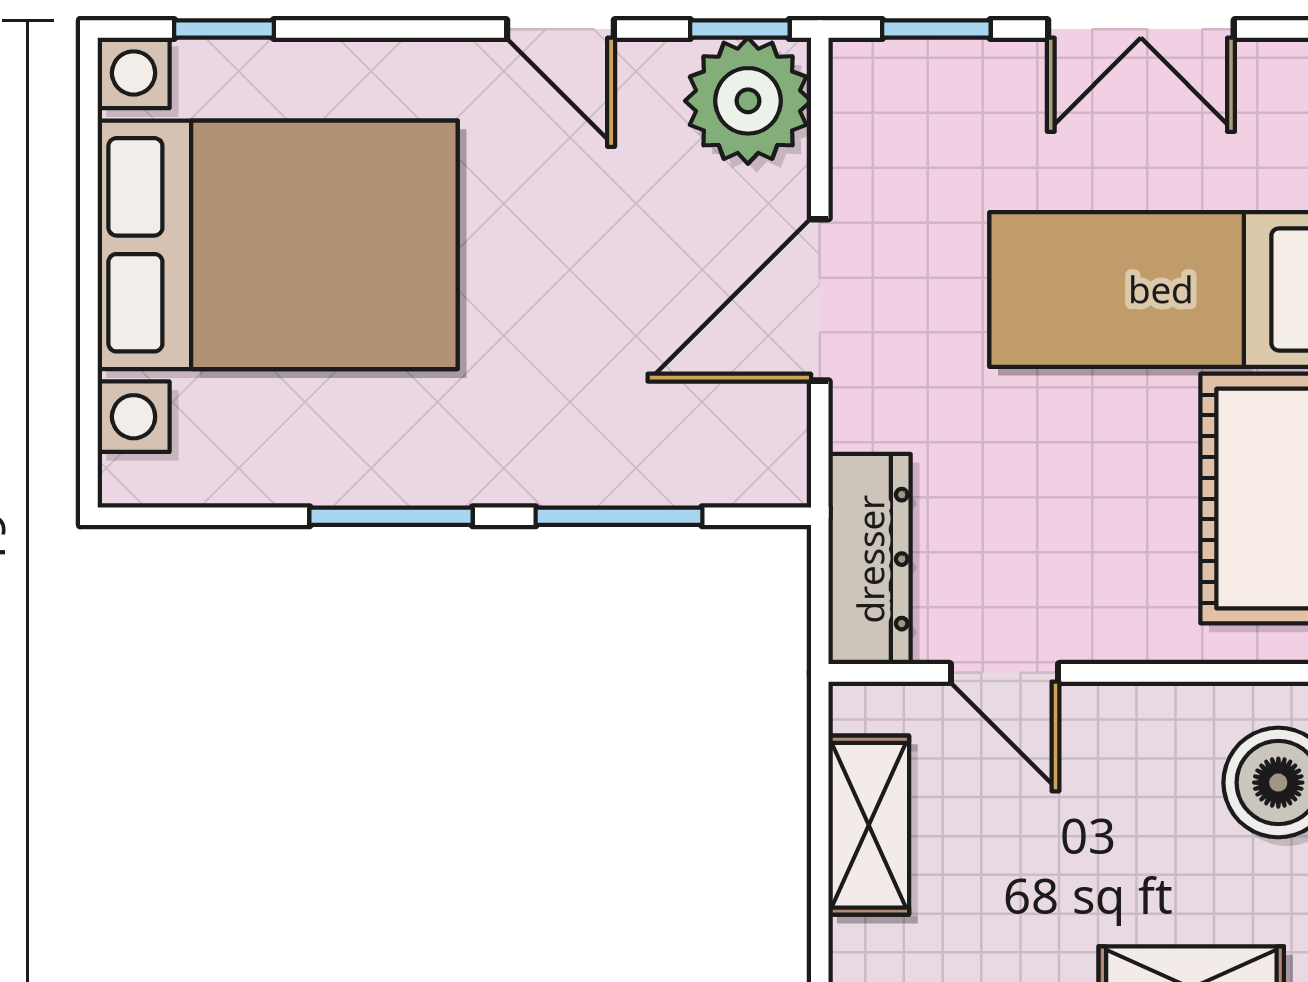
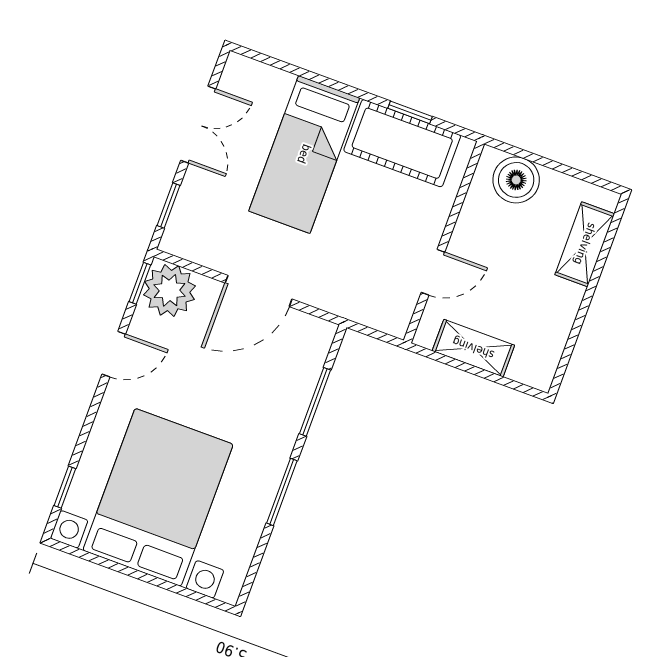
door: (820, 300) -> (259, 291), hinge flipped
dresser: (870, 559) -> (368, 309), removed

